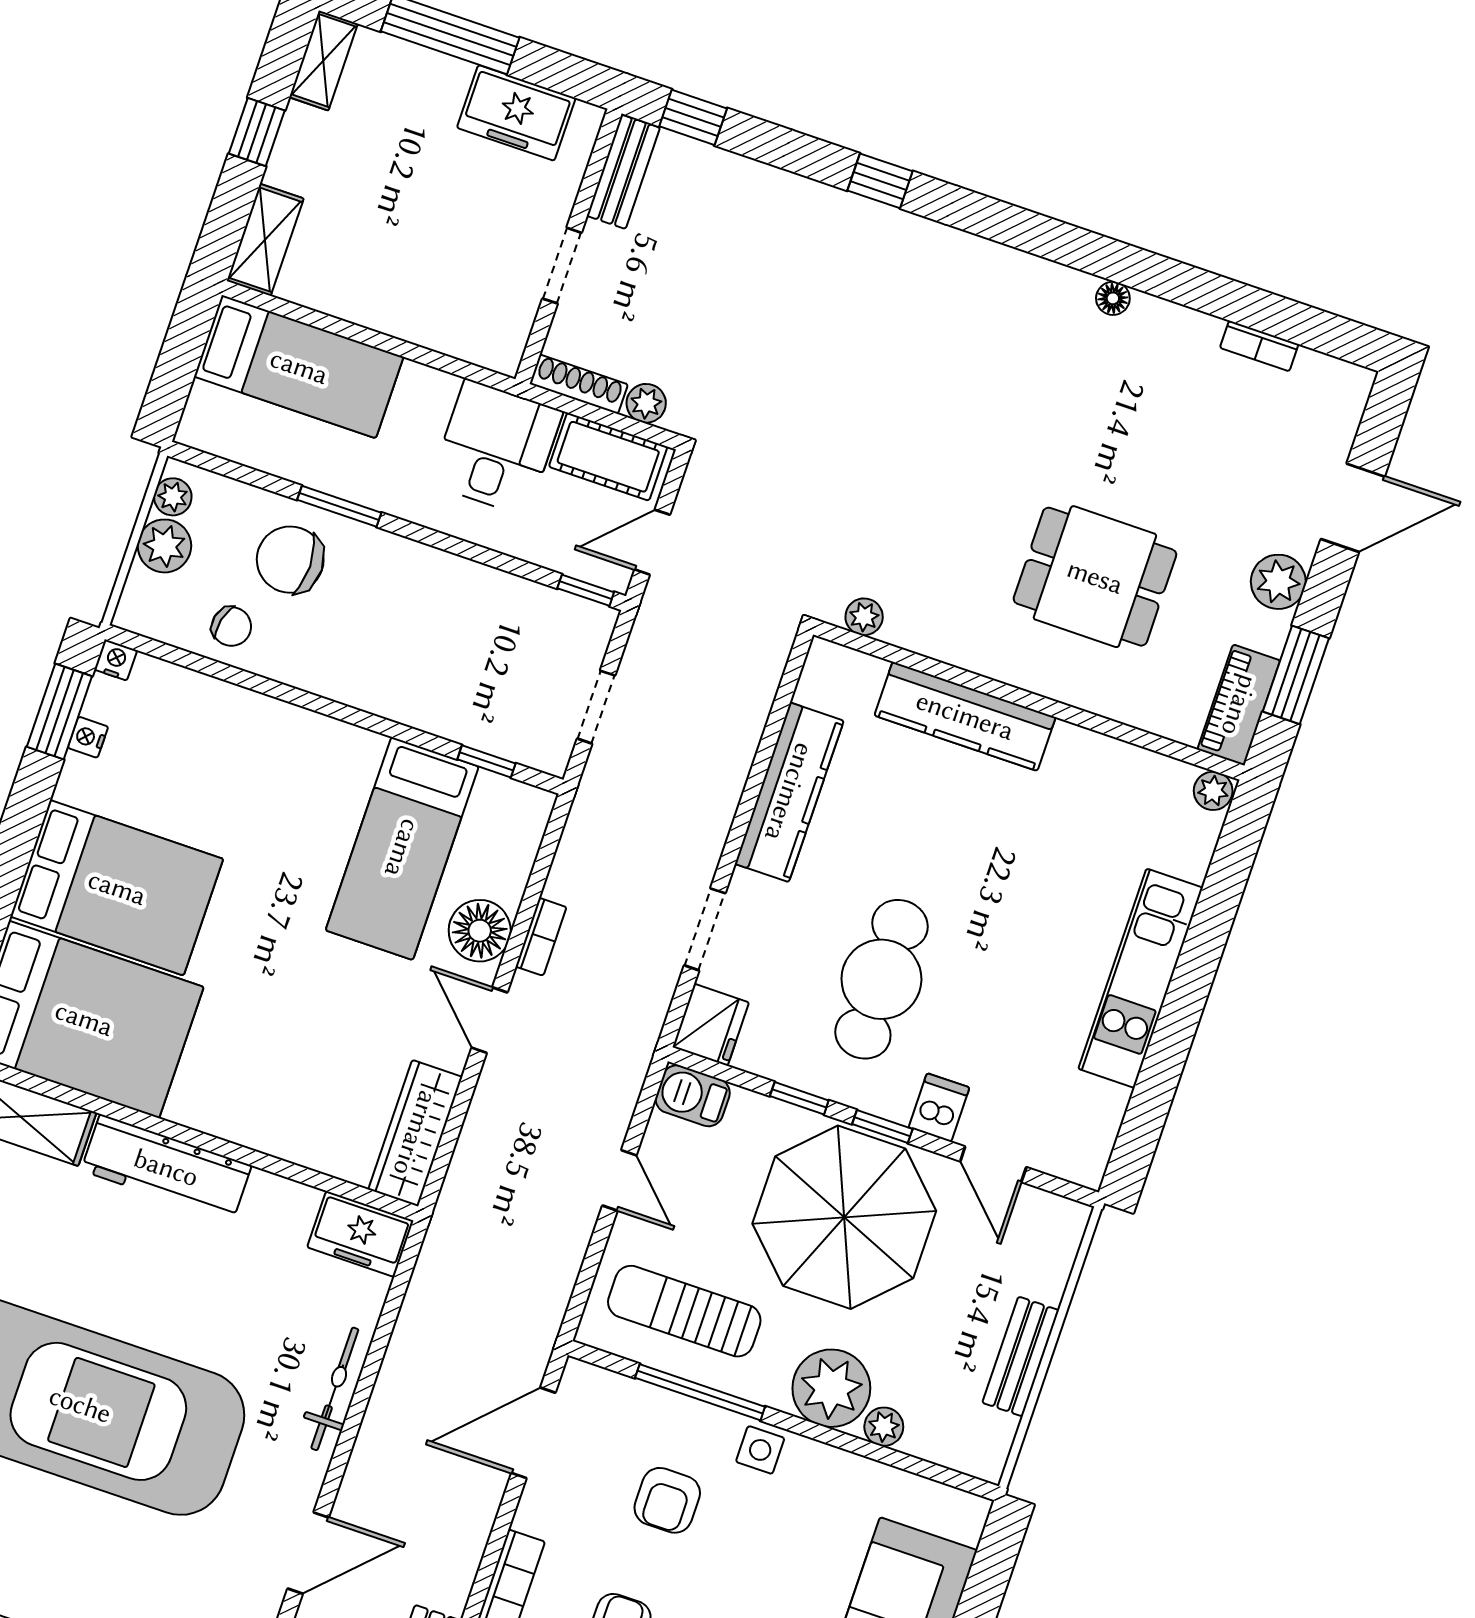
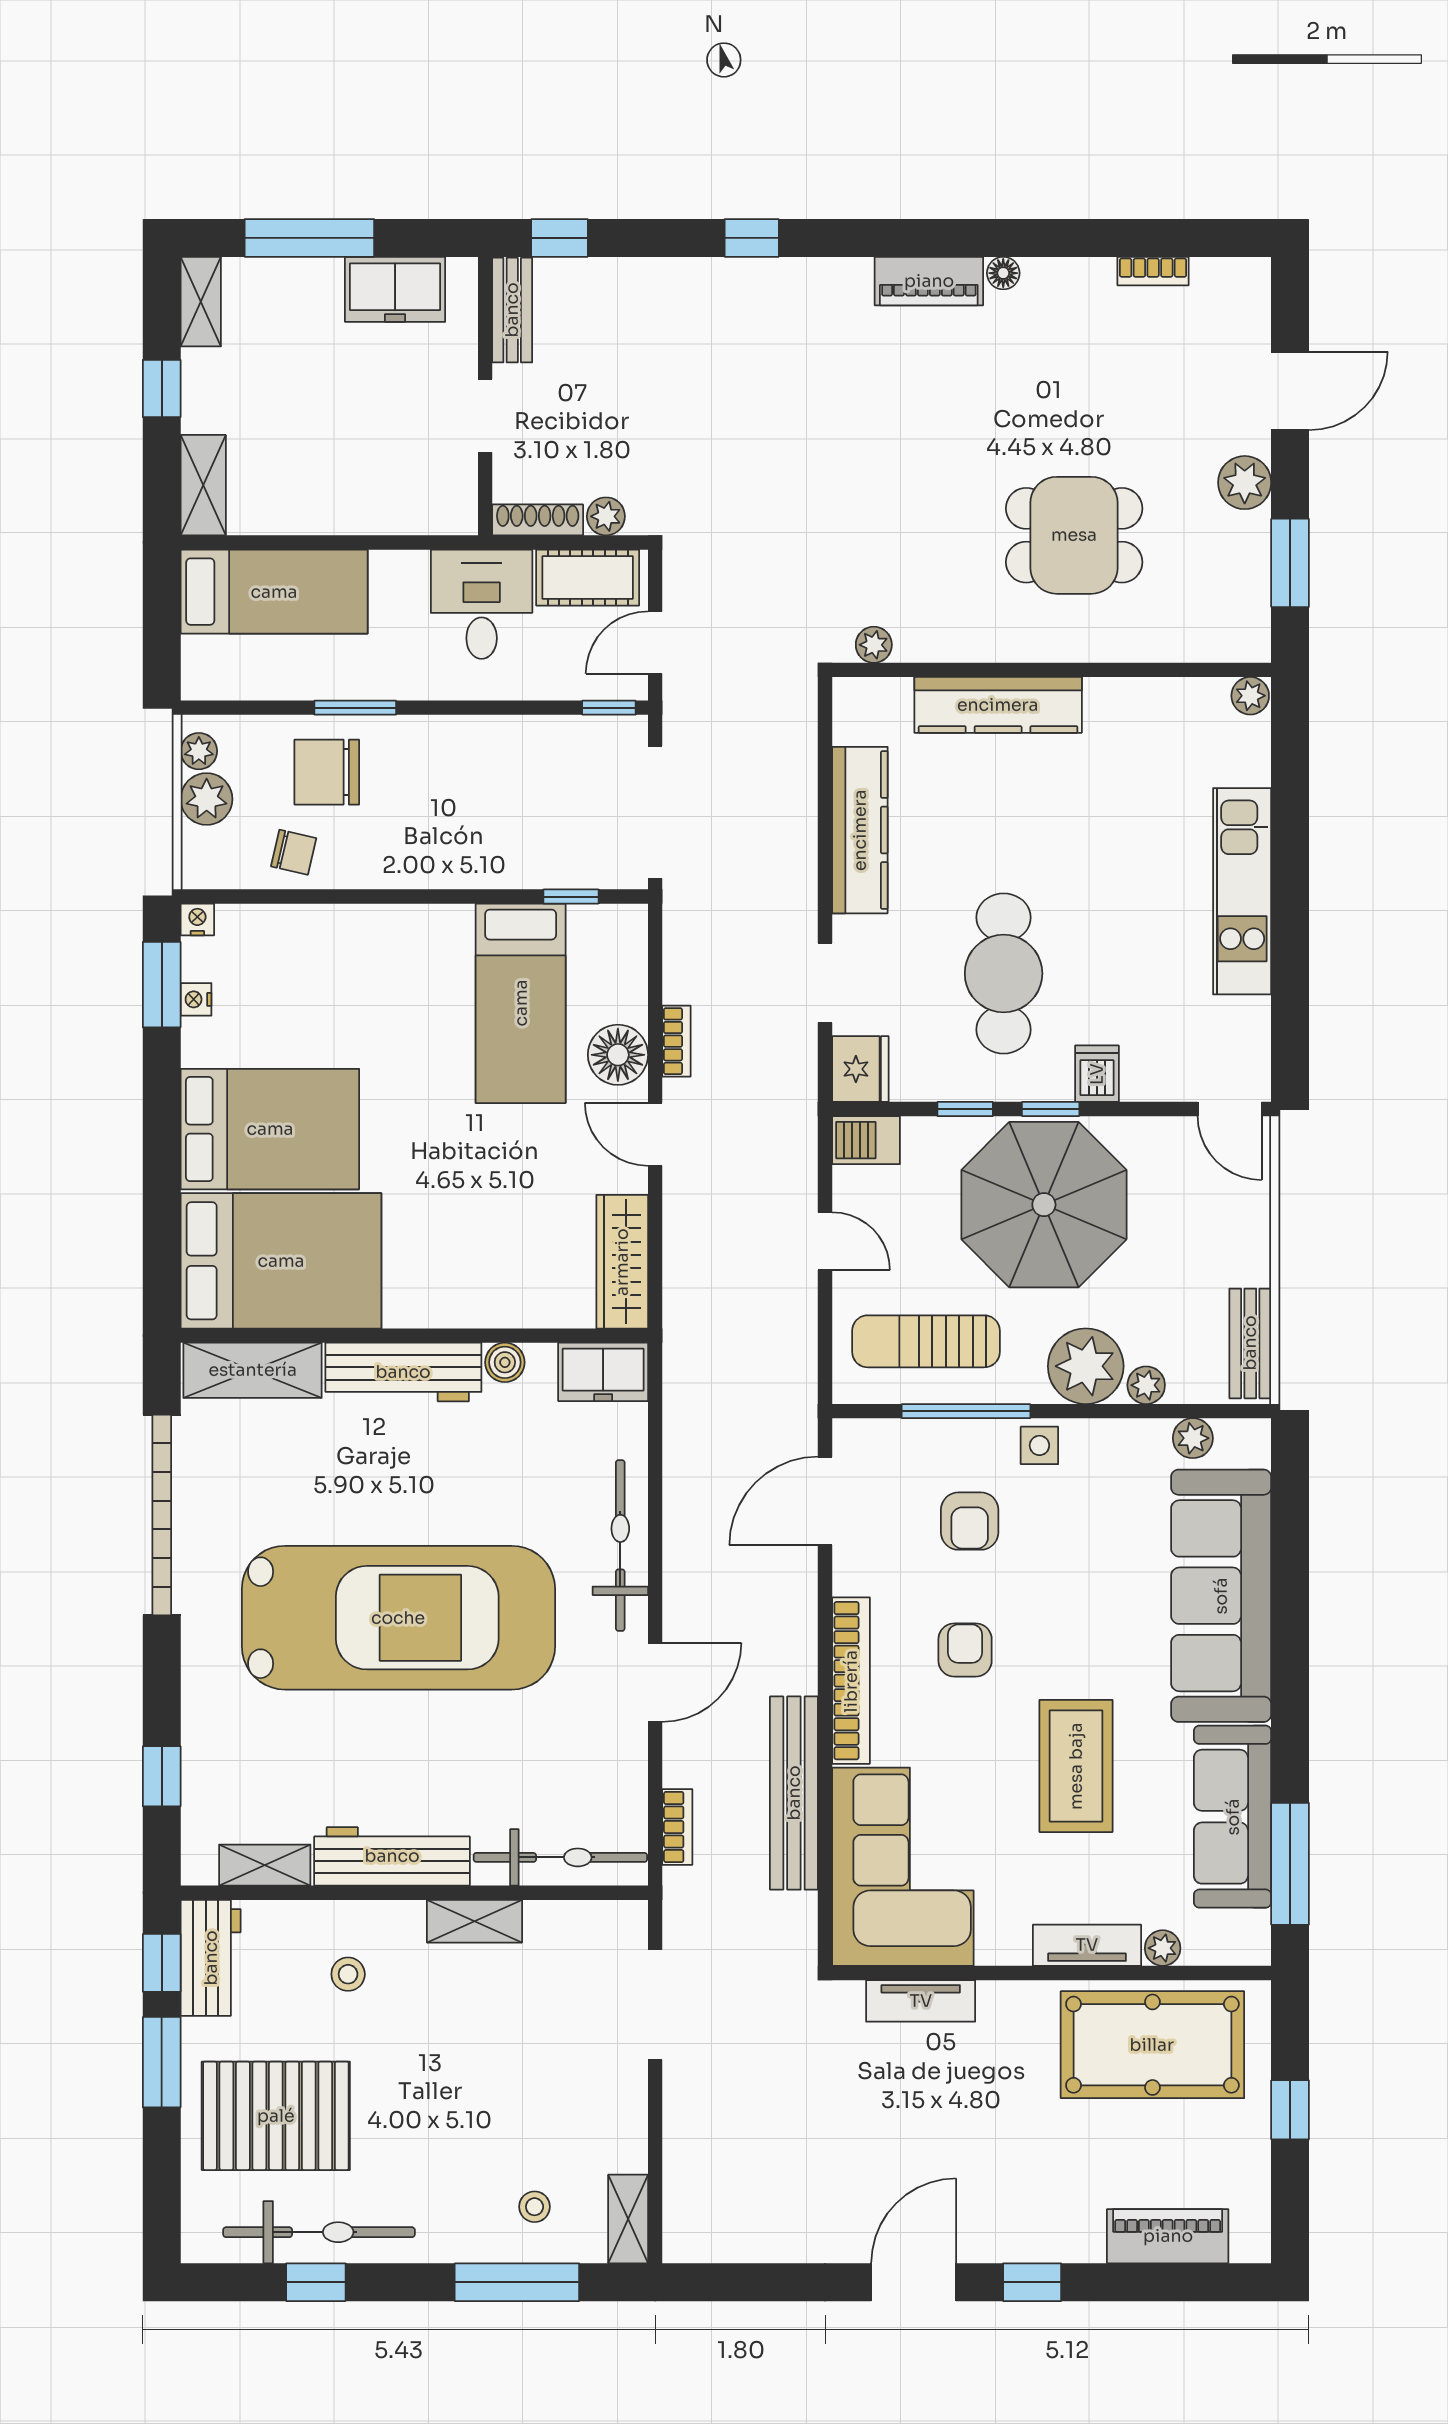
piano: (1239, 705) -> (929, 281), moved, turned -90
doorway: (596, 707) -> (655, 812), width x1.88
door: (993, 1164) -> (1230, 1109), moved
boiler: (268, 1192) -> (505, 1362), added
bench: (1021, 1357) -> (1250, 1343), moved
bicycle: (335, 1389) -> (620, 1546), width x1.37, depth x1.40
plant: (912, 1494) -> (1193, 1438), added

